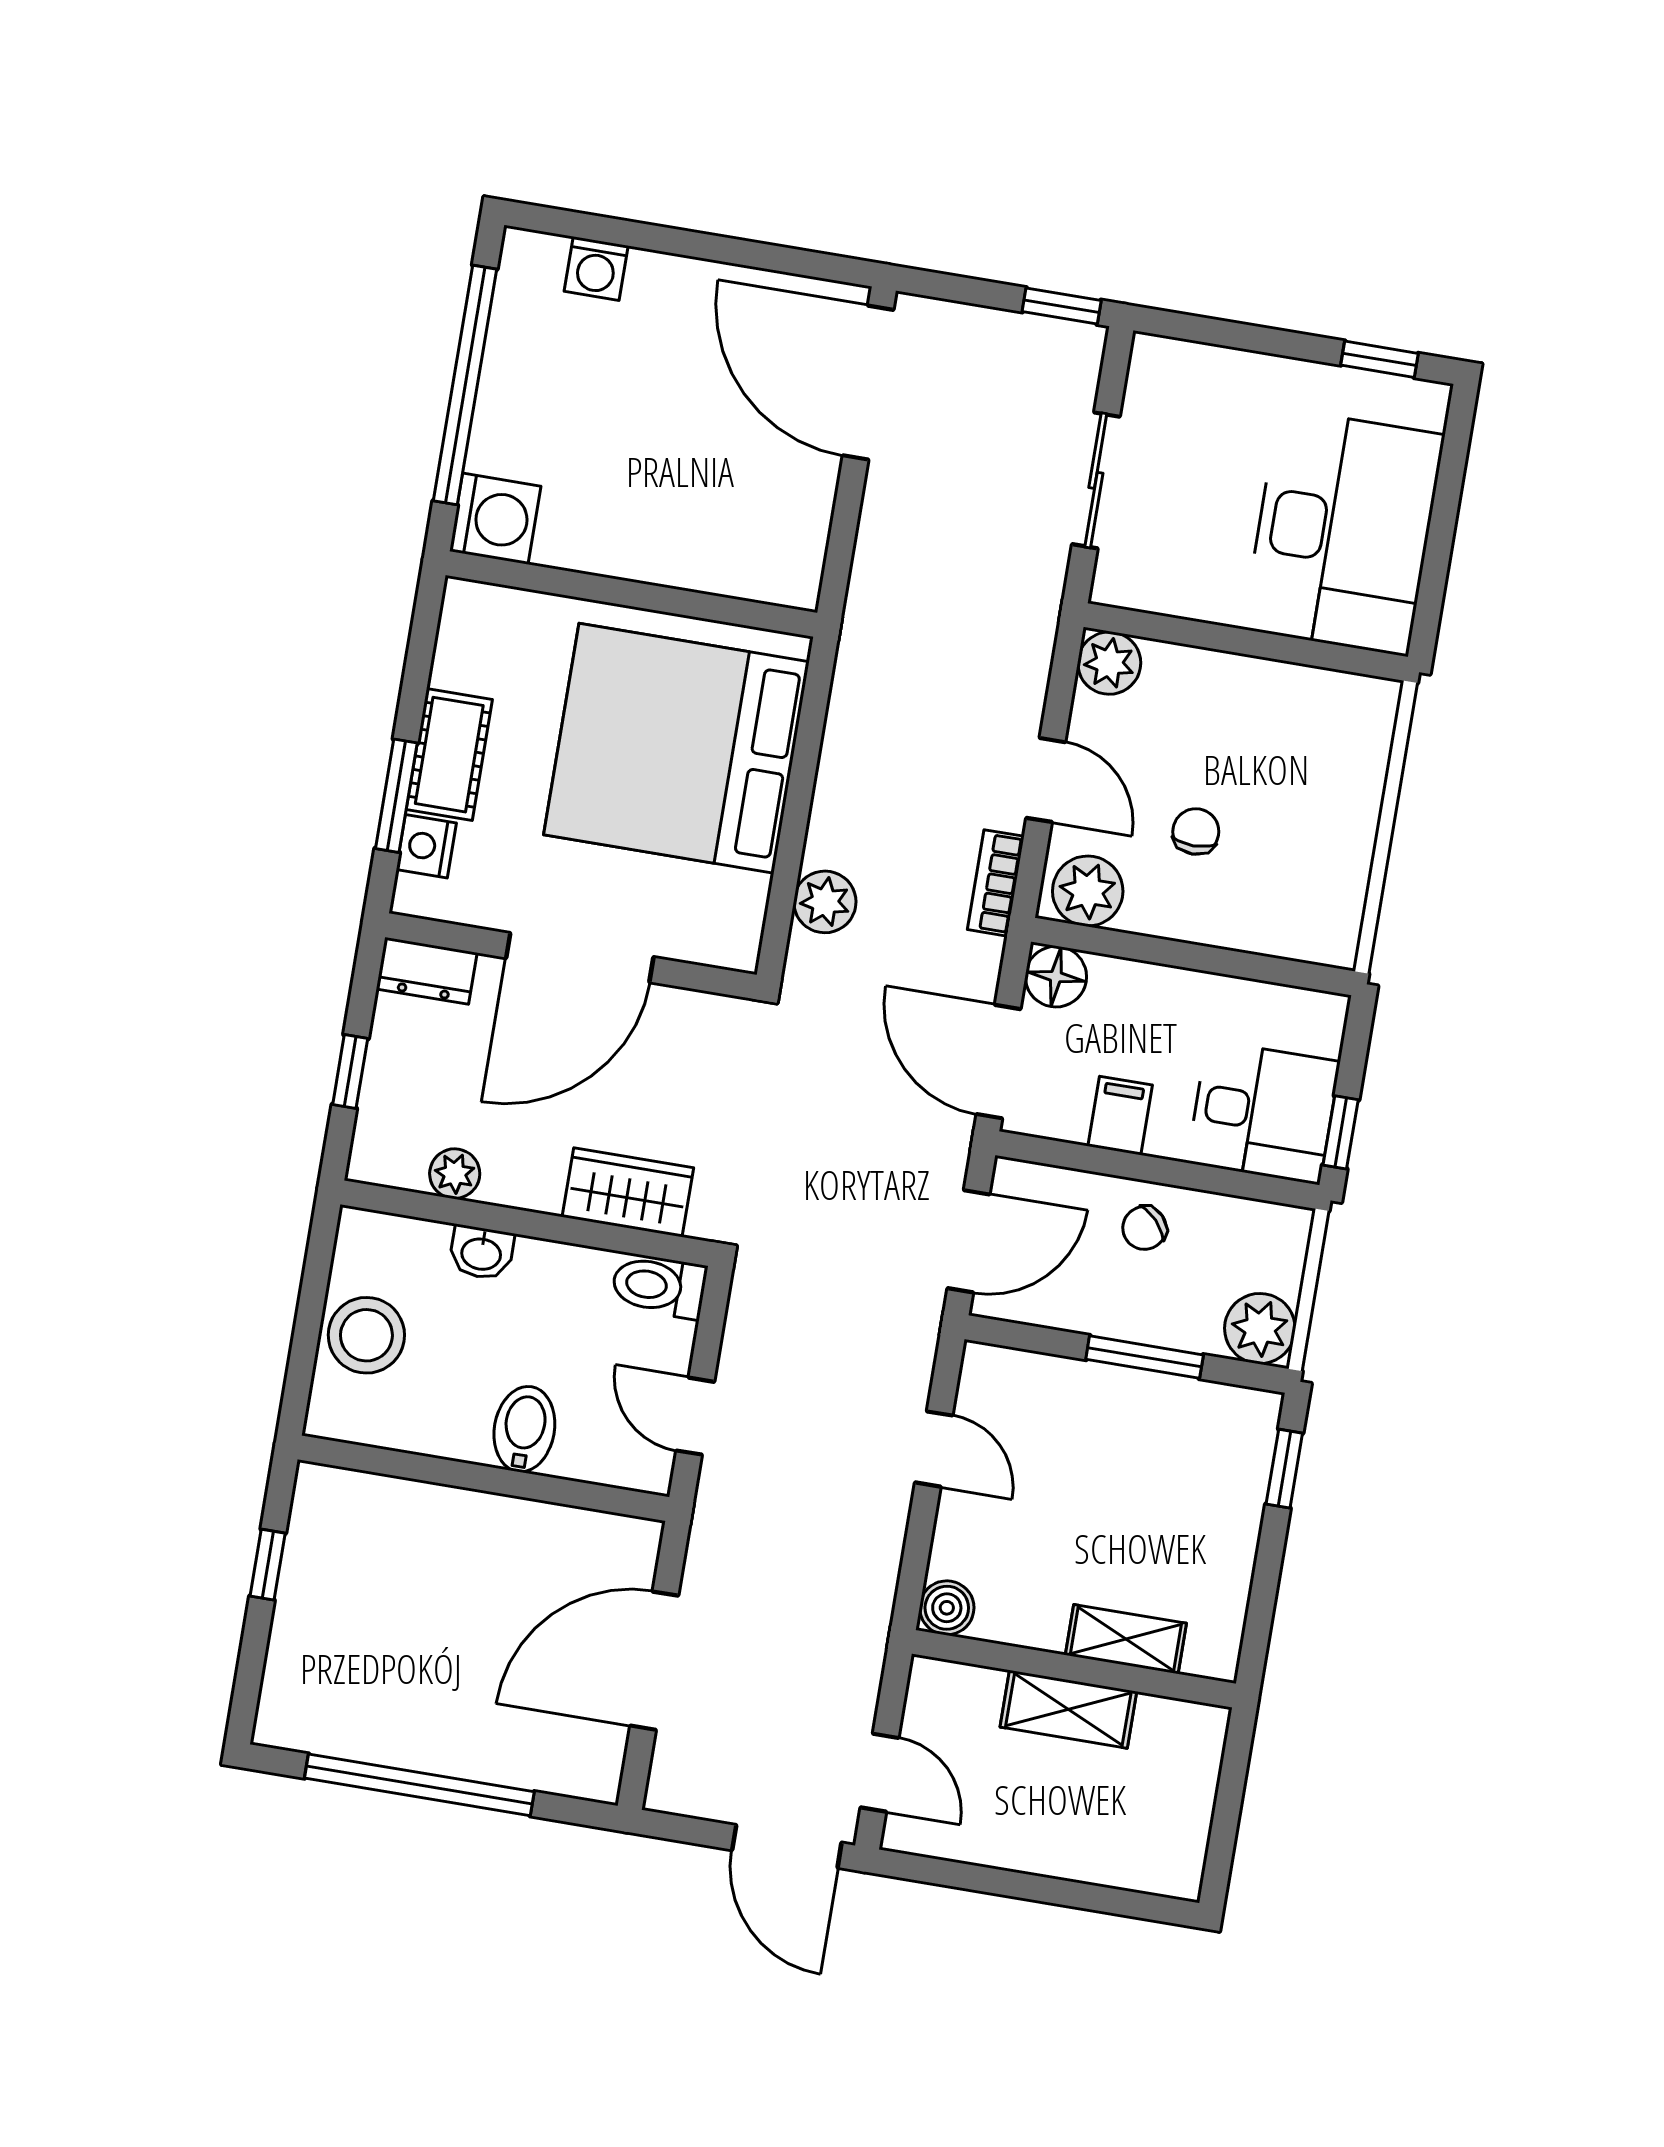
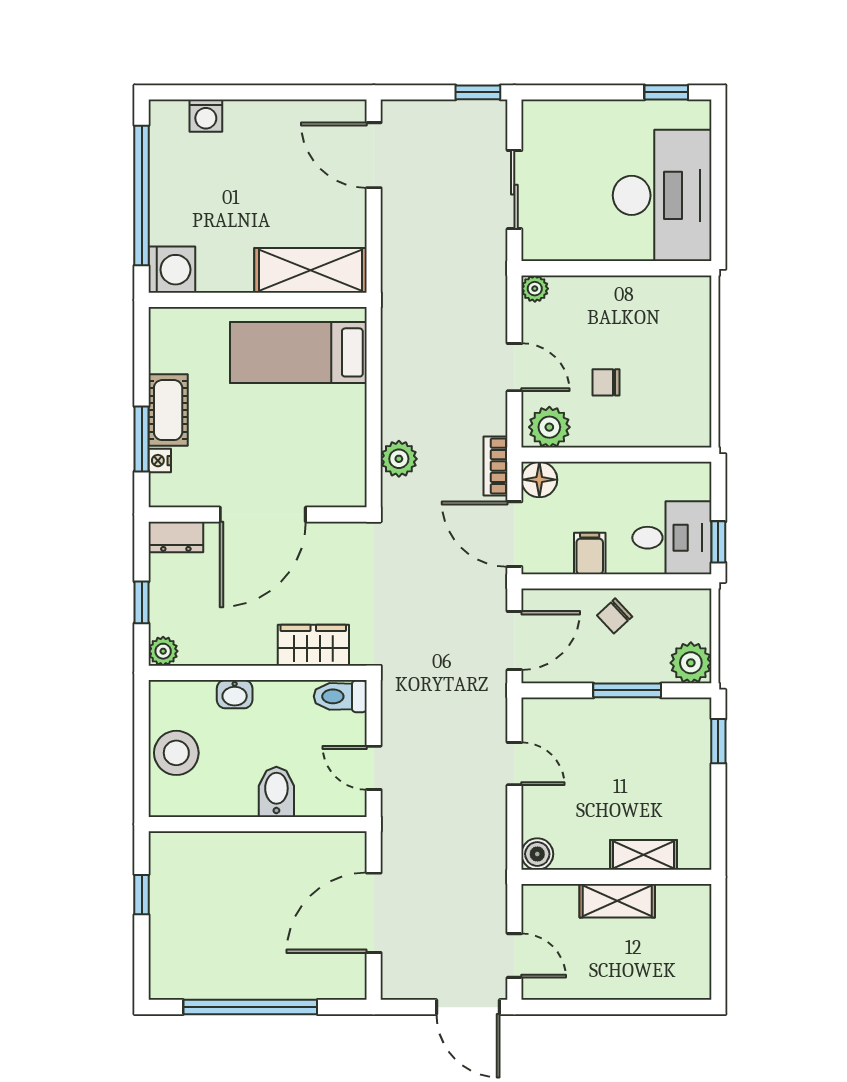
door: (868, 383) -> (374, 155), width x0.73
shelving: (729, 559) -> (311, 270), added
plant: (1109, 663) -> (535, 289), width x0.73, depth x0.73
bed: (676, 748) -> (298, 352), width x0.49
chair: (1196, 831) -> (606, 382), turned -90
nightstand: (426, 846) -> (160, 461), width x0.72, depth x0.74
bookcase: (996, 883) -> (496, 466), moved
plant: (455, 1174) -> (163, 651), moved

